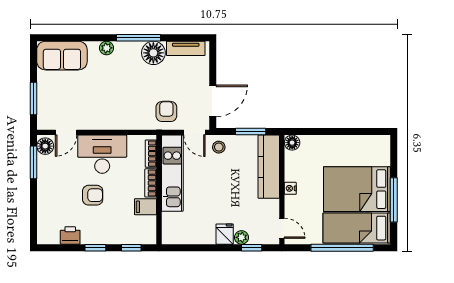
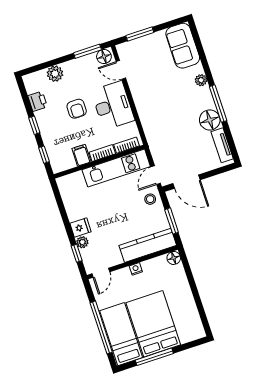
armchair: (166, 111) -> (165, 146), removed
plant: (46, 206) -> (55, 74), added

